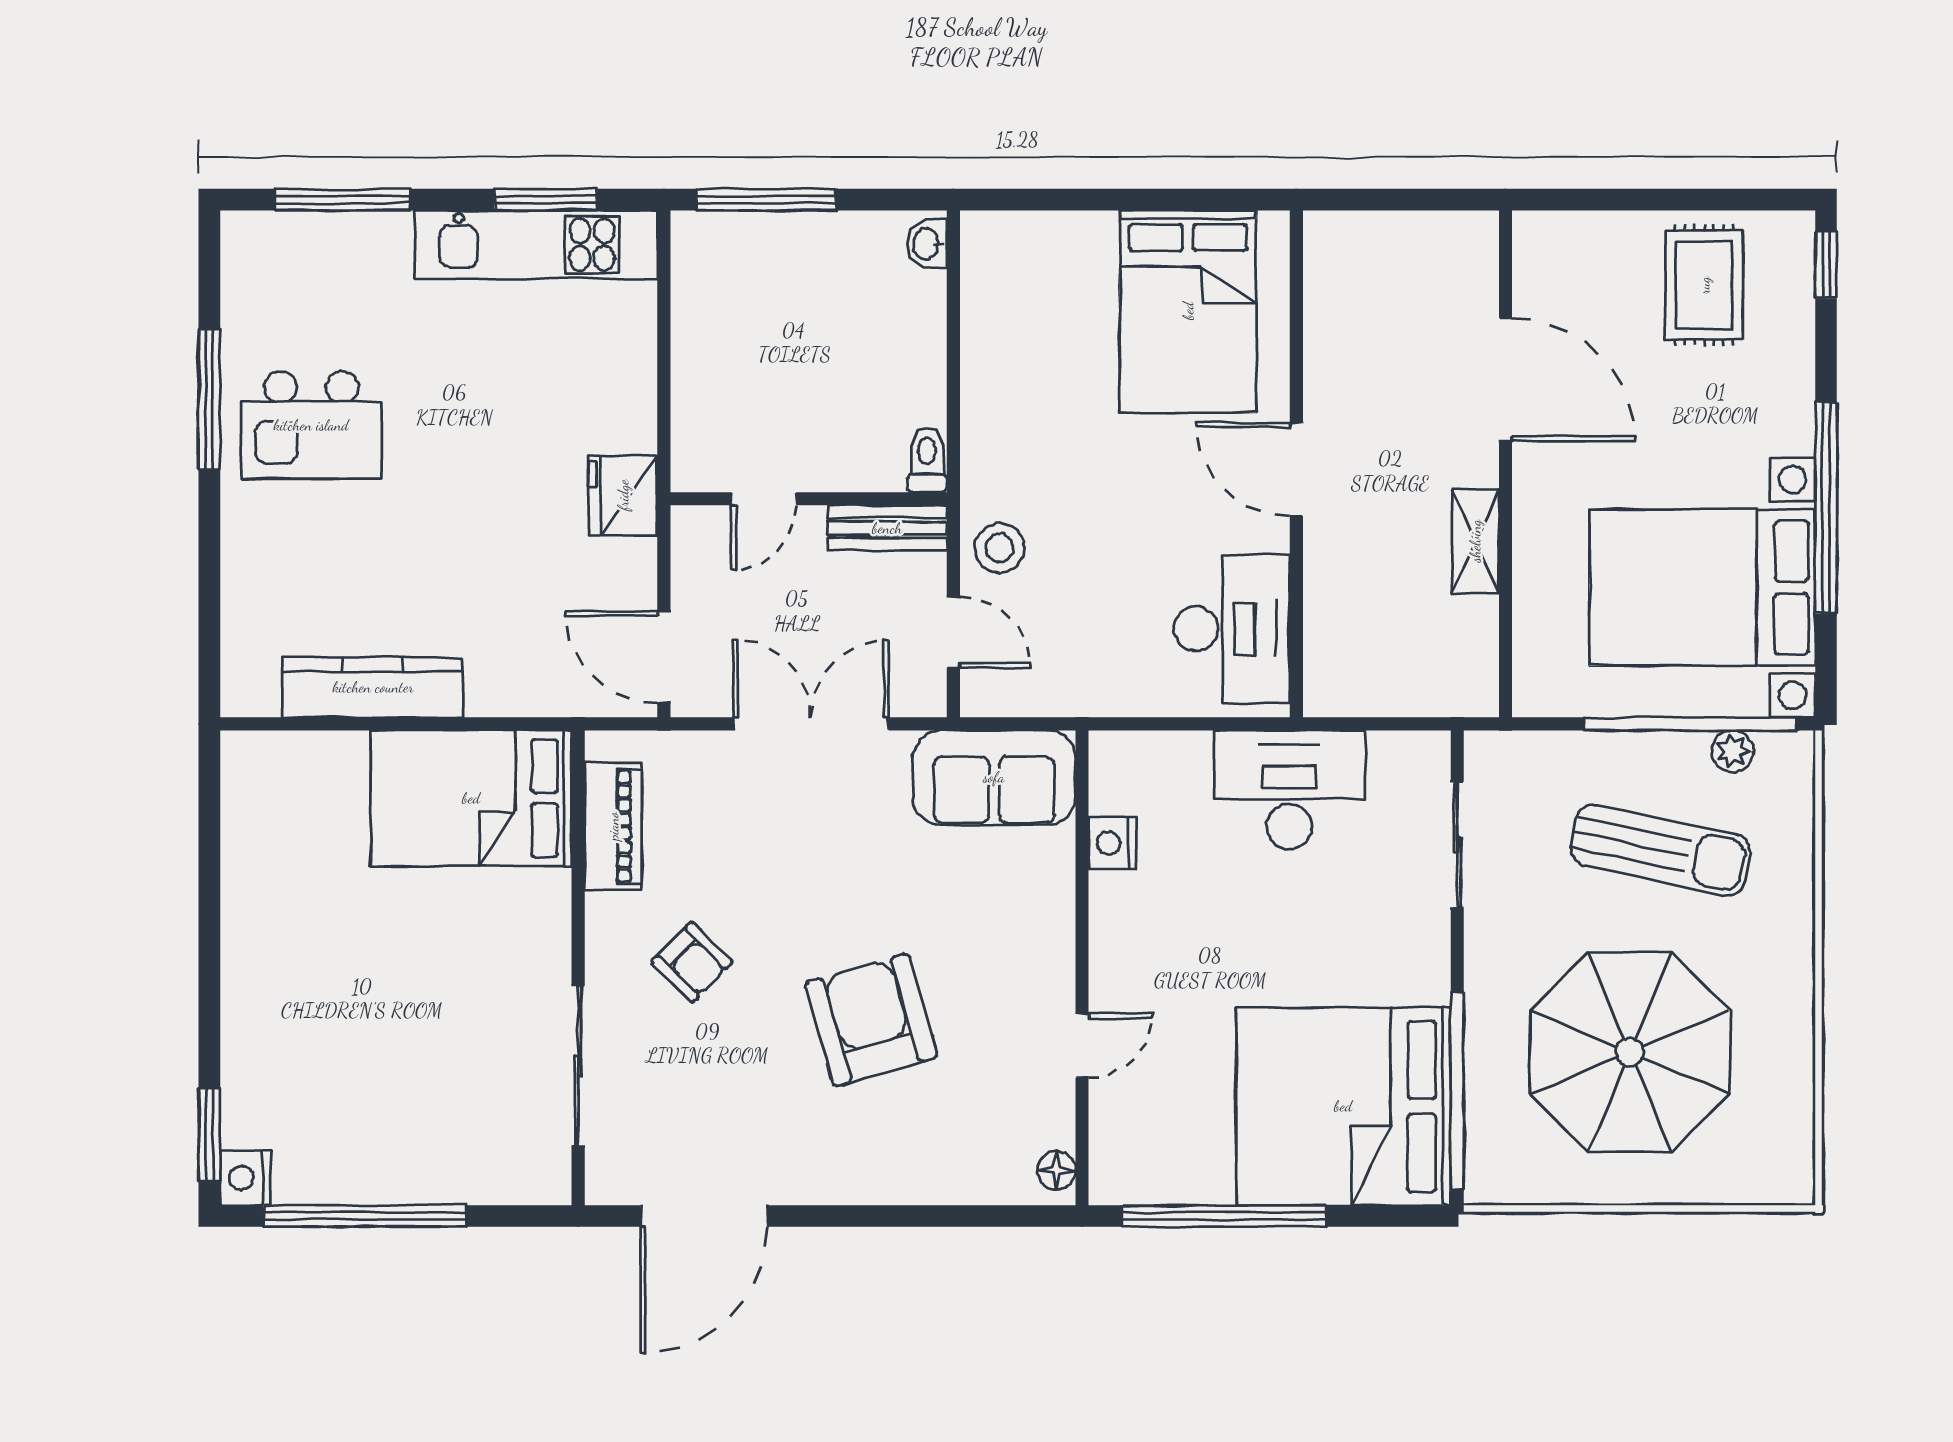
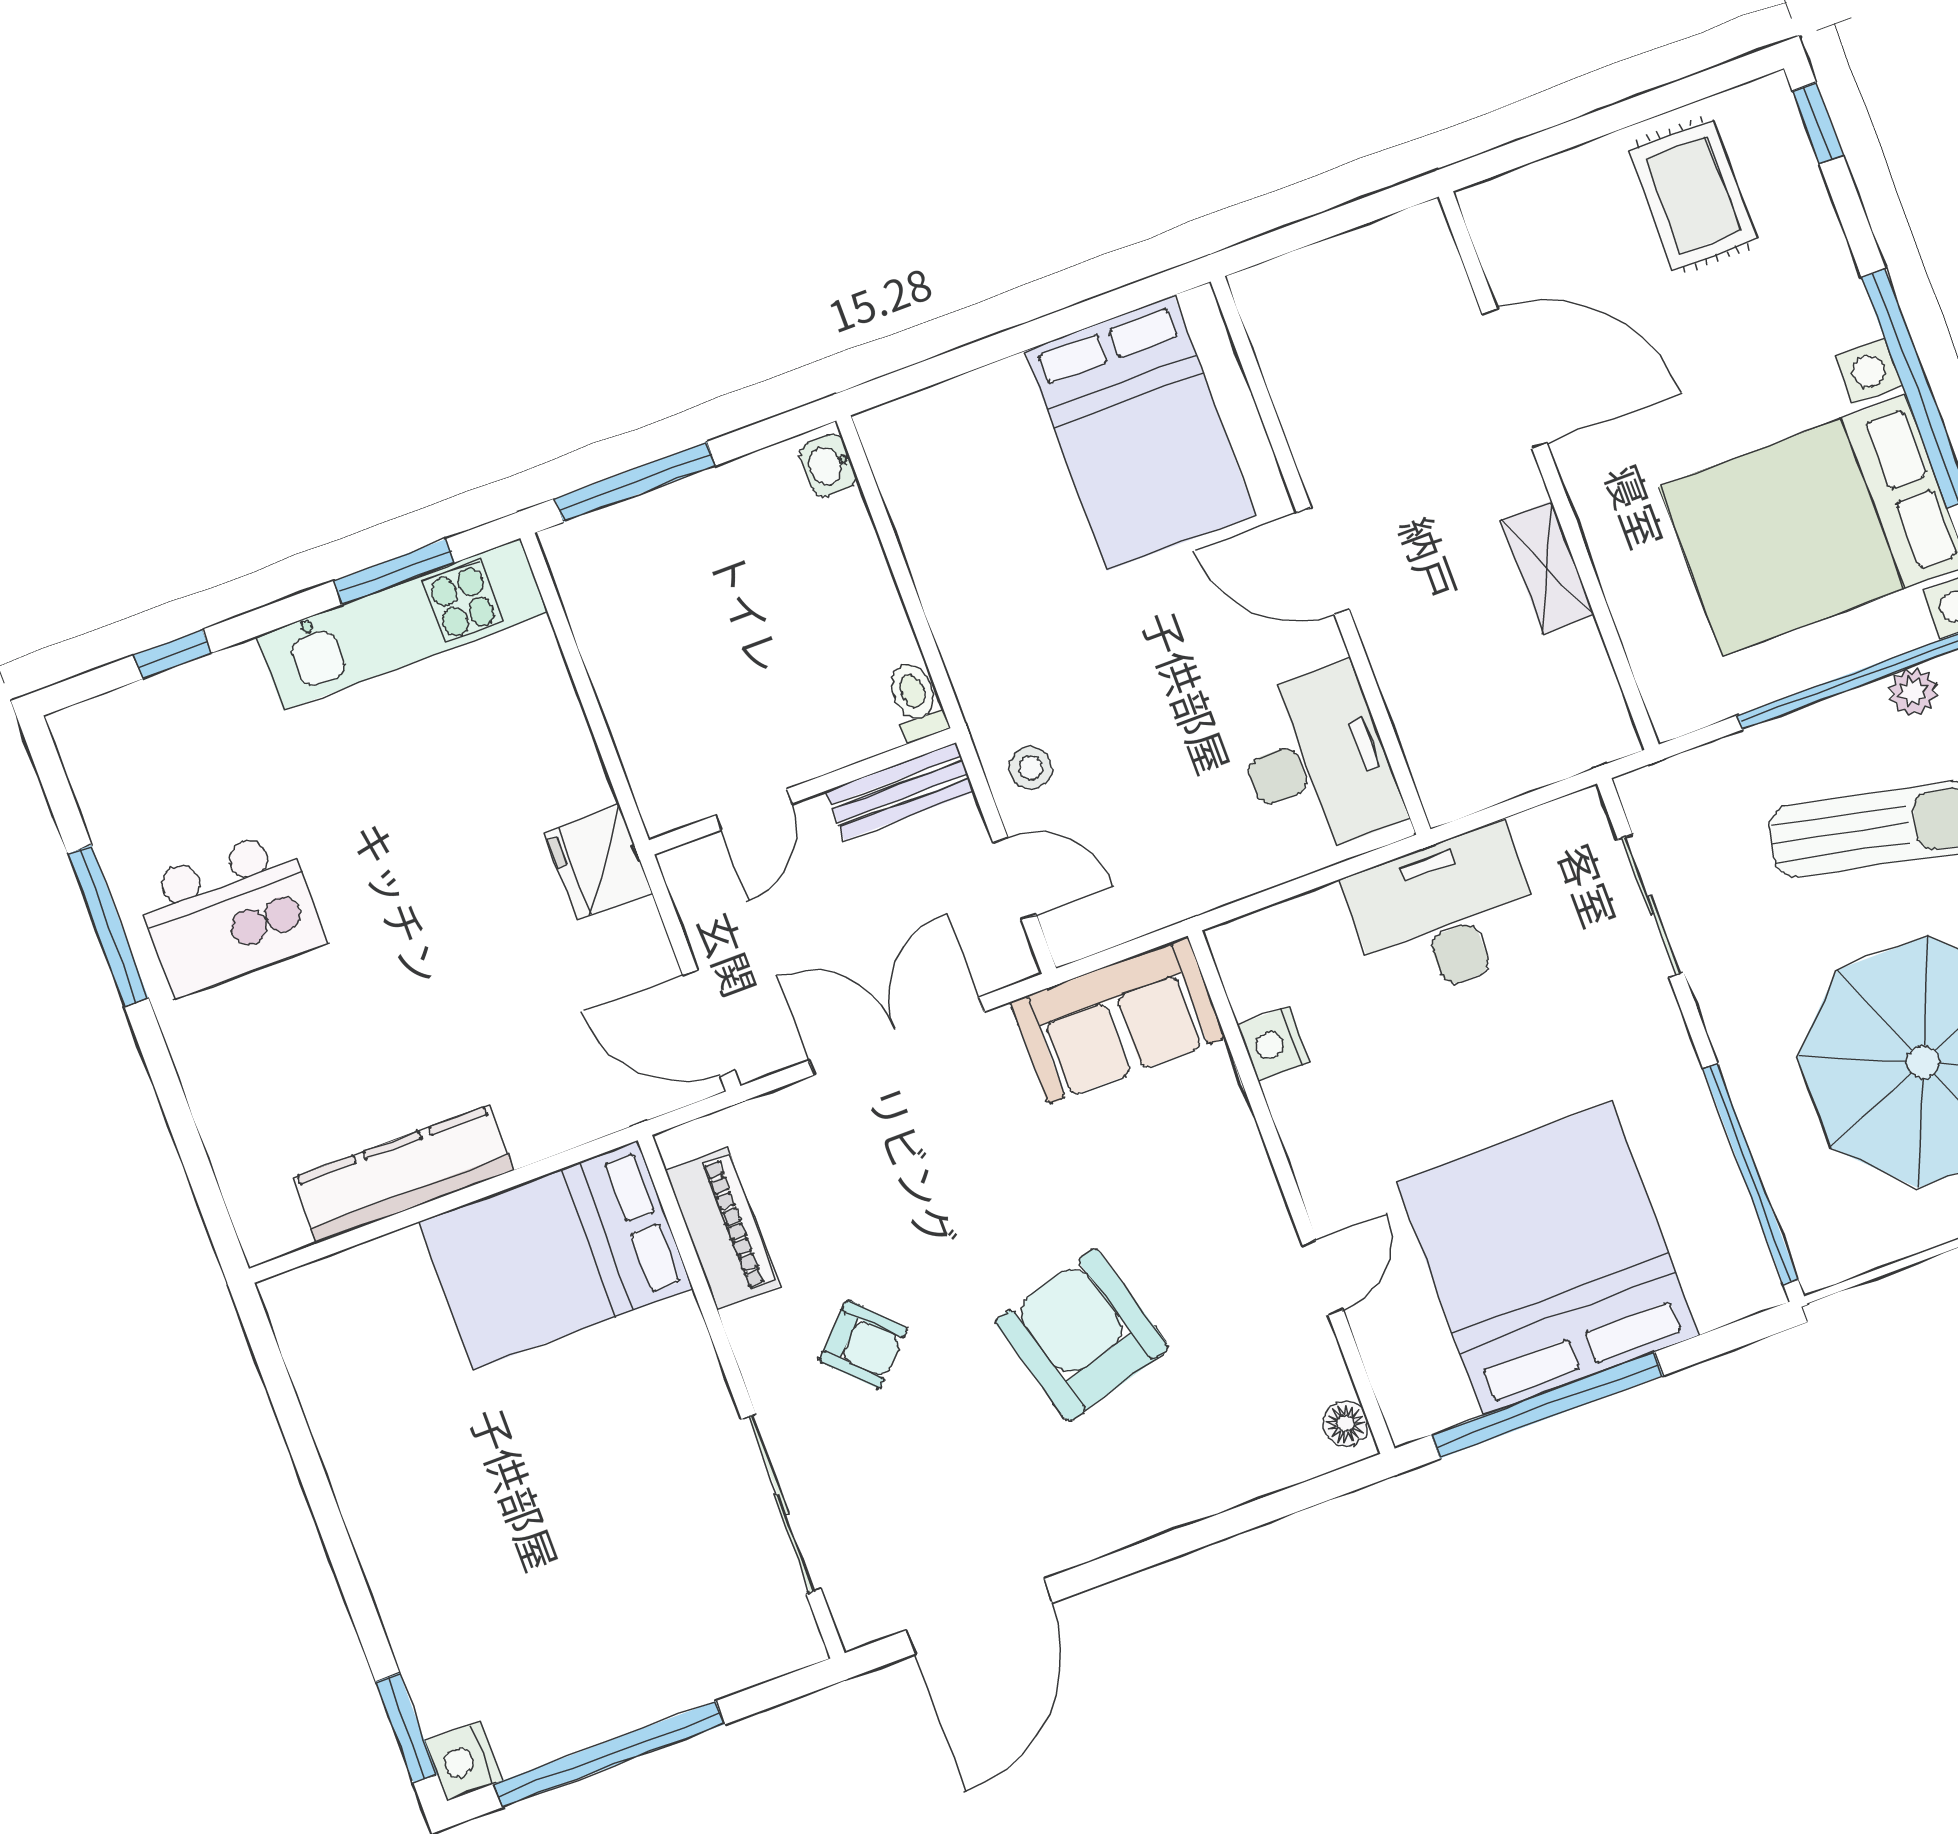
window: (342, 200) -> (172, 654), width x0.46
stool: (999, 548) -> (1031, 768), width x0.73, depth x0.73
bed: (1343, 1106) -> (1548, 1258), moved, turned 90

